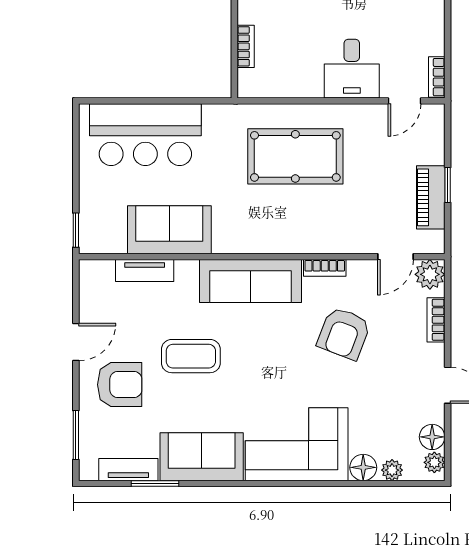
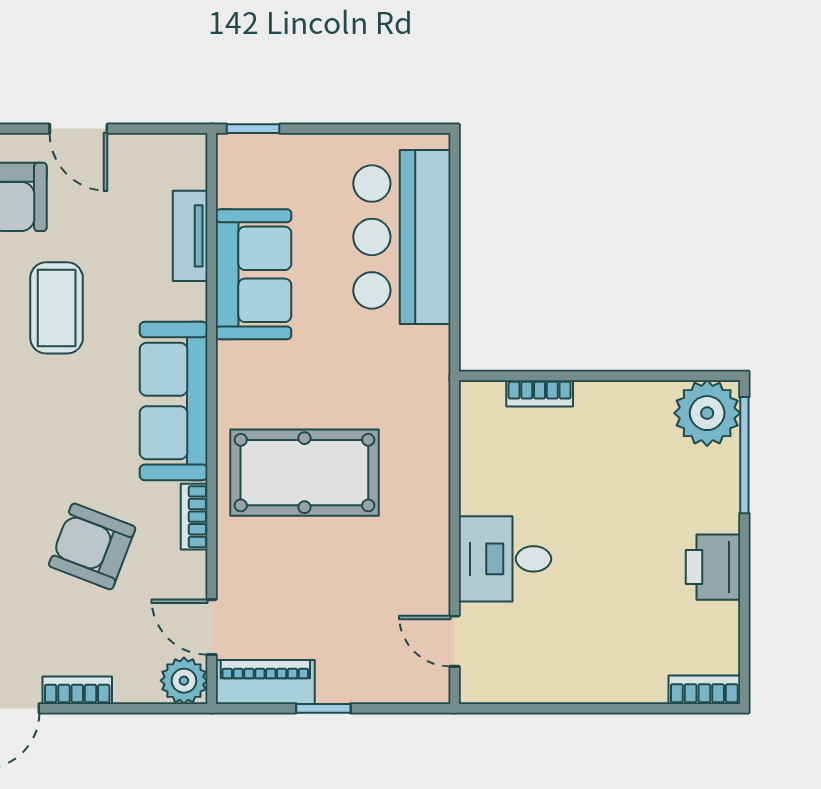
bookcase: (437, 77) -> (492, 691), removed
pool table: (295, 156) -> (304, 473), moved, turned 90
piano: (431, 197) -> (265, 682), moved
bookcase: (436, 320) -> (77, 690), moved

